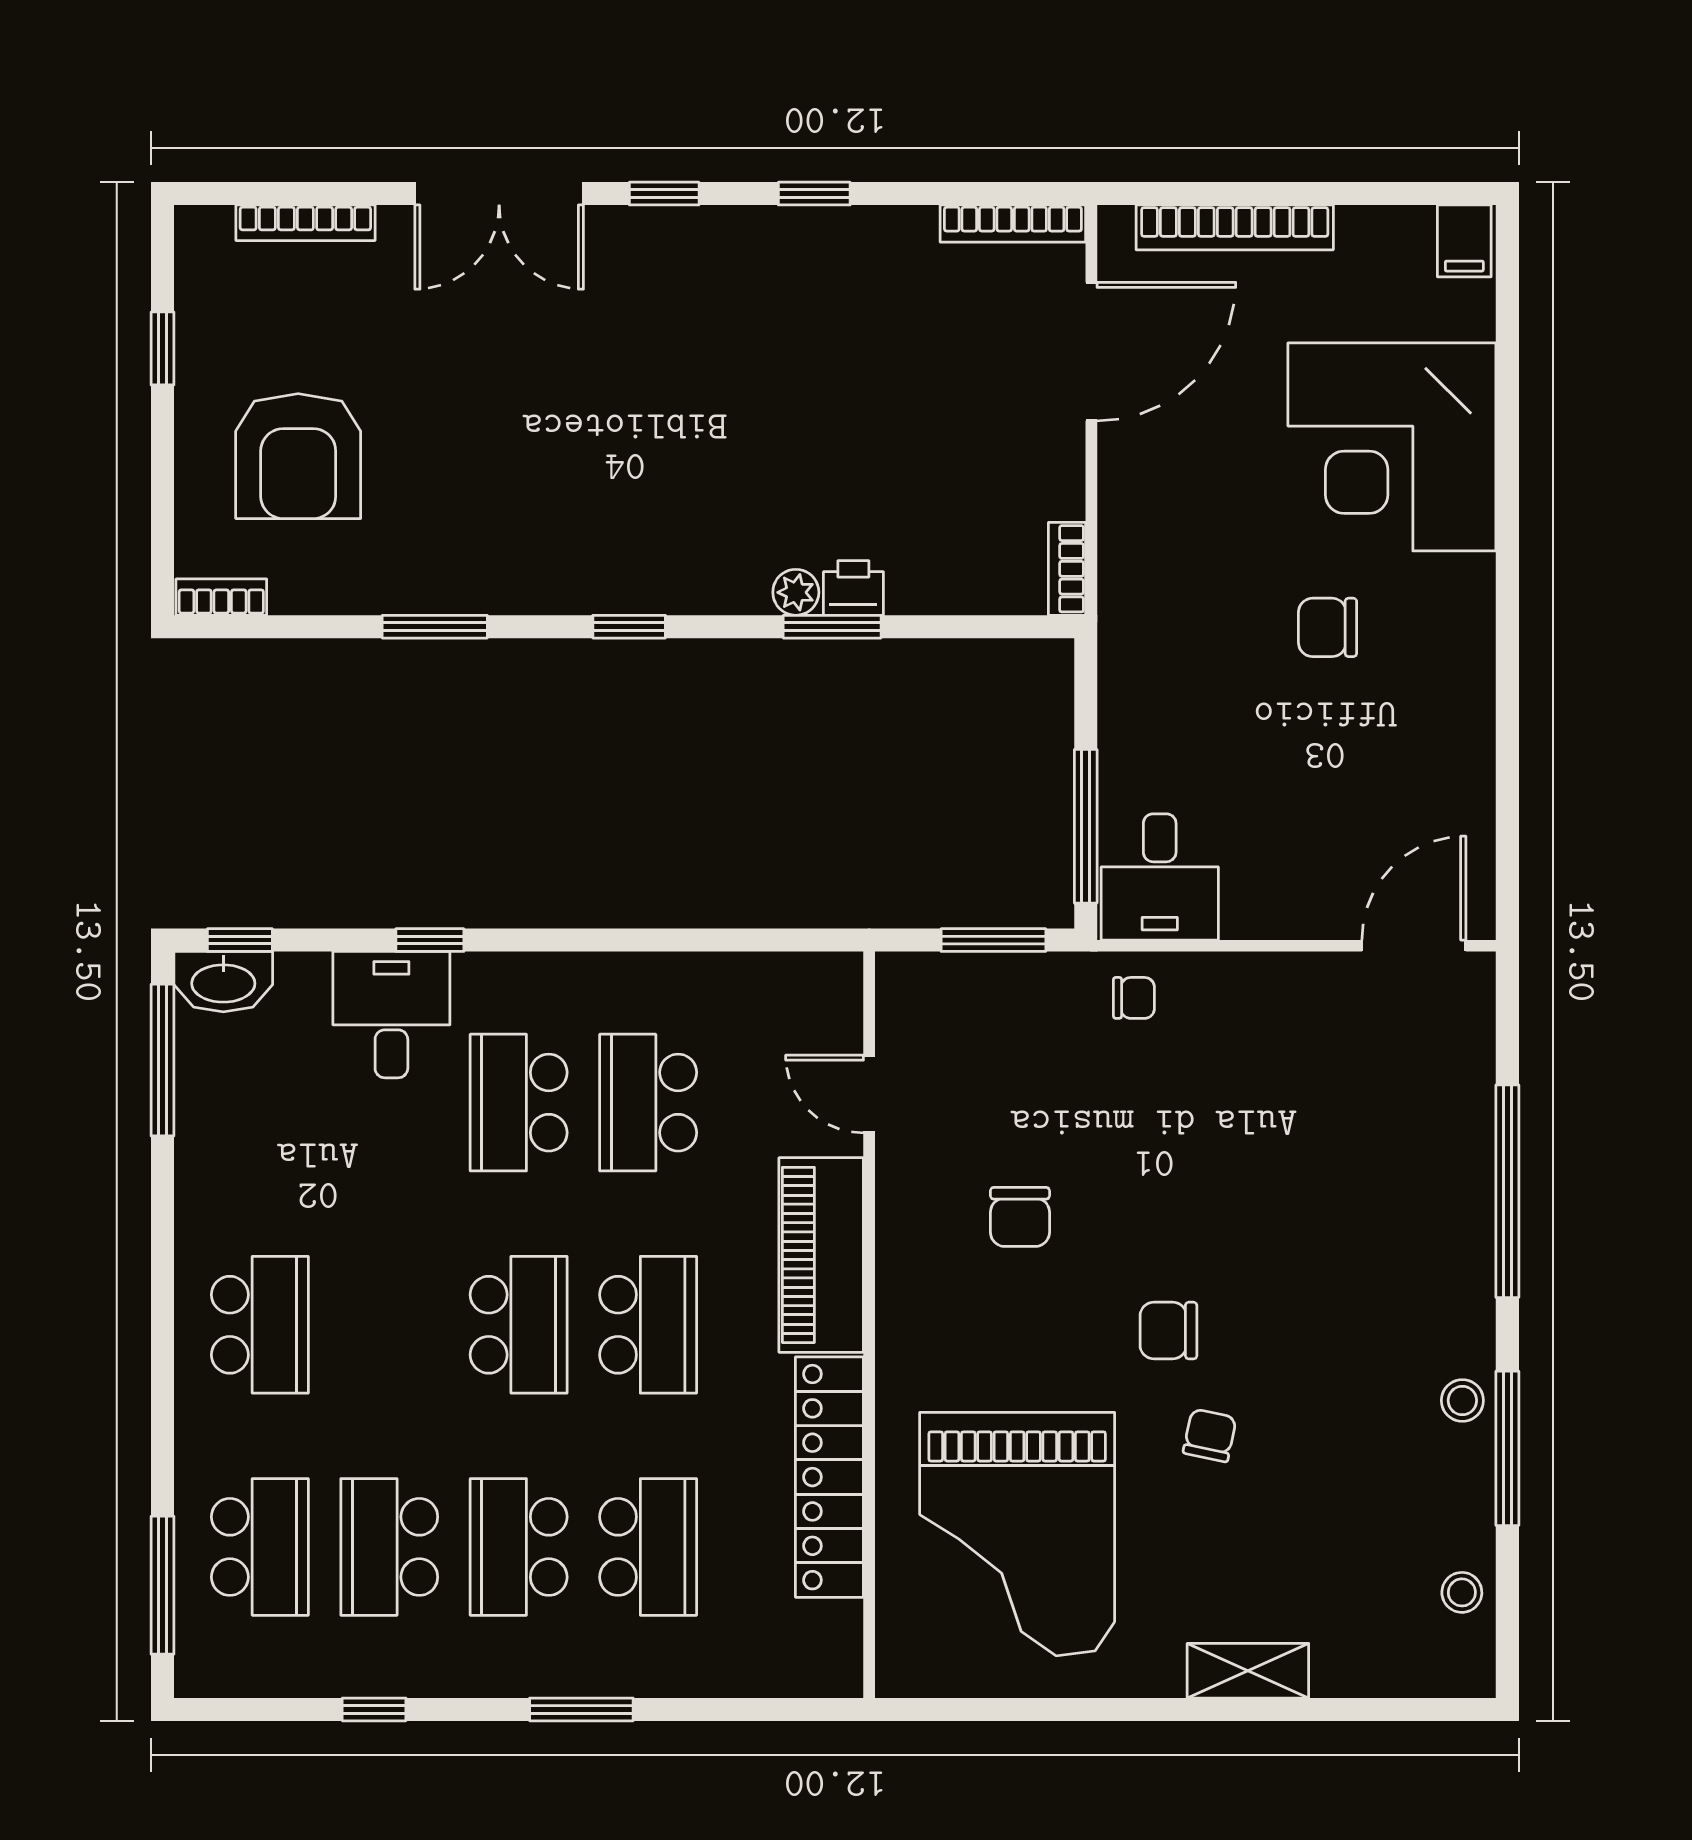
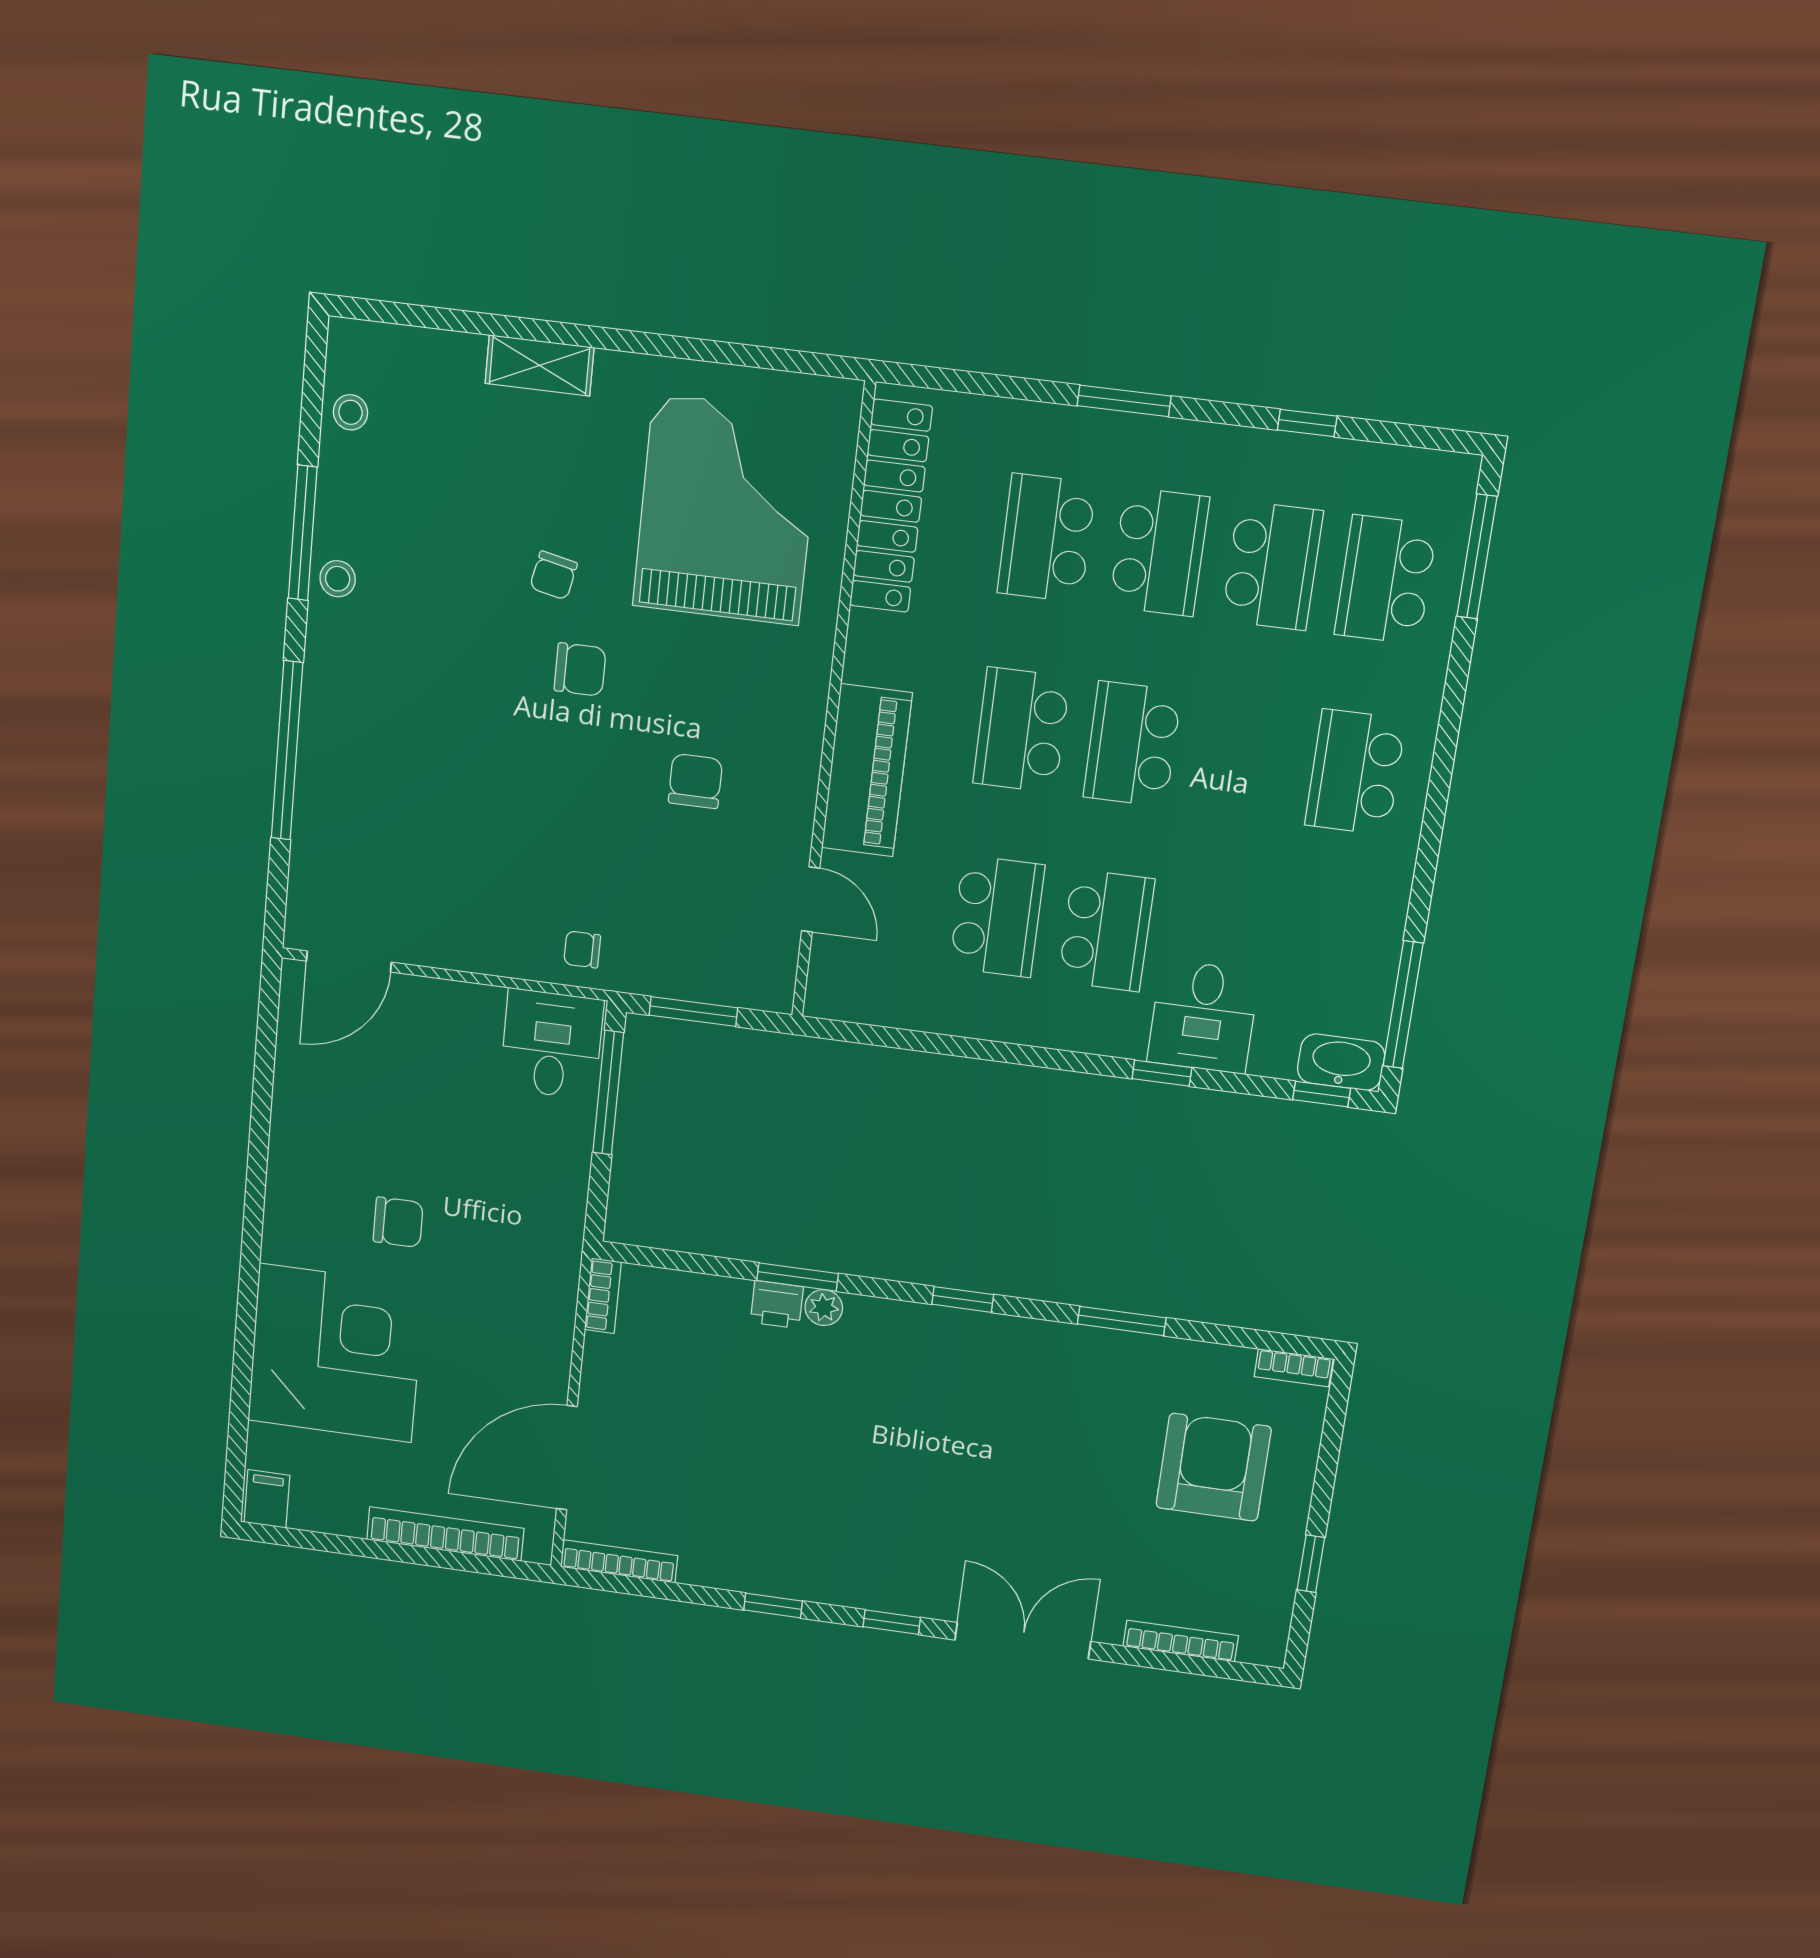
locker: (829, 1477) -> (891, 506), moved

